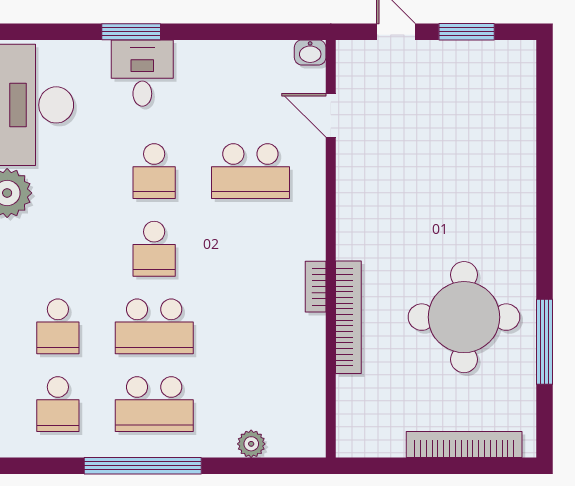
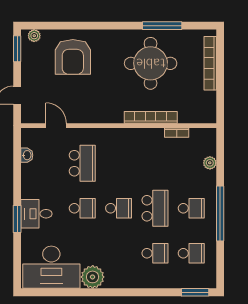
window: (467, 32) -> (17, 49), moved
washbasin: (310, 52) -> (27, 155), moved
plant: (523, 68) -> (34, 36), added
door: (331, 115) -> (56, 126), swing flipped
armchair: (478, 151) -> (73, 57), added
bookcase: (316, 287) -> (177, 133), moved
school desk: (154, 404) -> (191, 208), width x0.54

